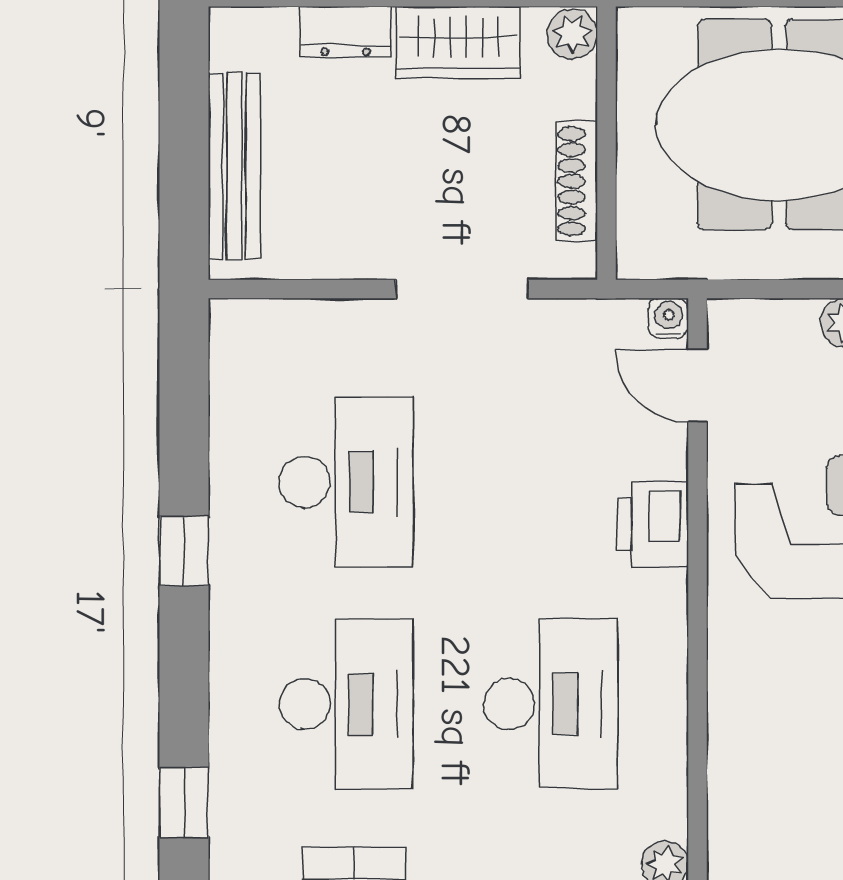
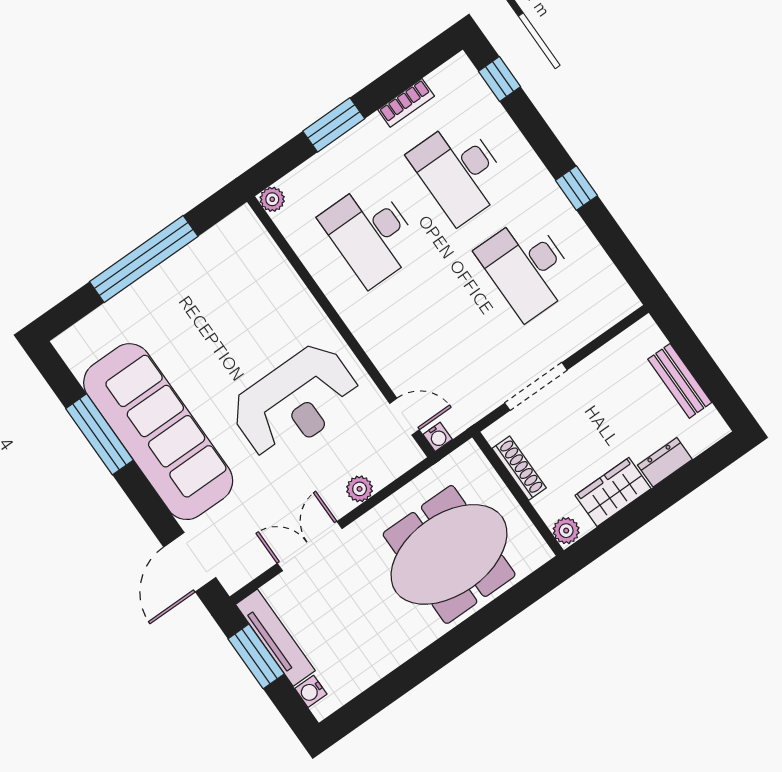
bench: (234, 166) -> (680, 381), width x0.73
printer: (653, 524) -> (381, 343), removed

